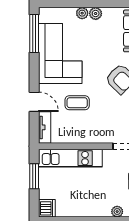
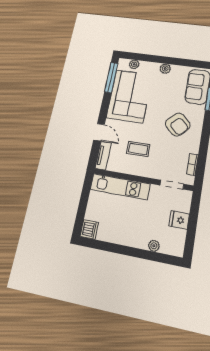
plant: (82, 13) -> (134, 64), moved
coffee table: (77, 103) -> (138, 149), moved
window: (34, 176) -> (85, 197), removed

